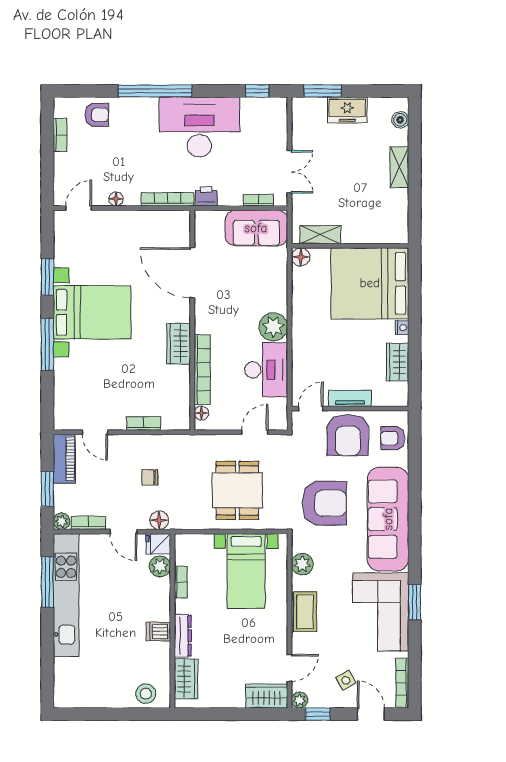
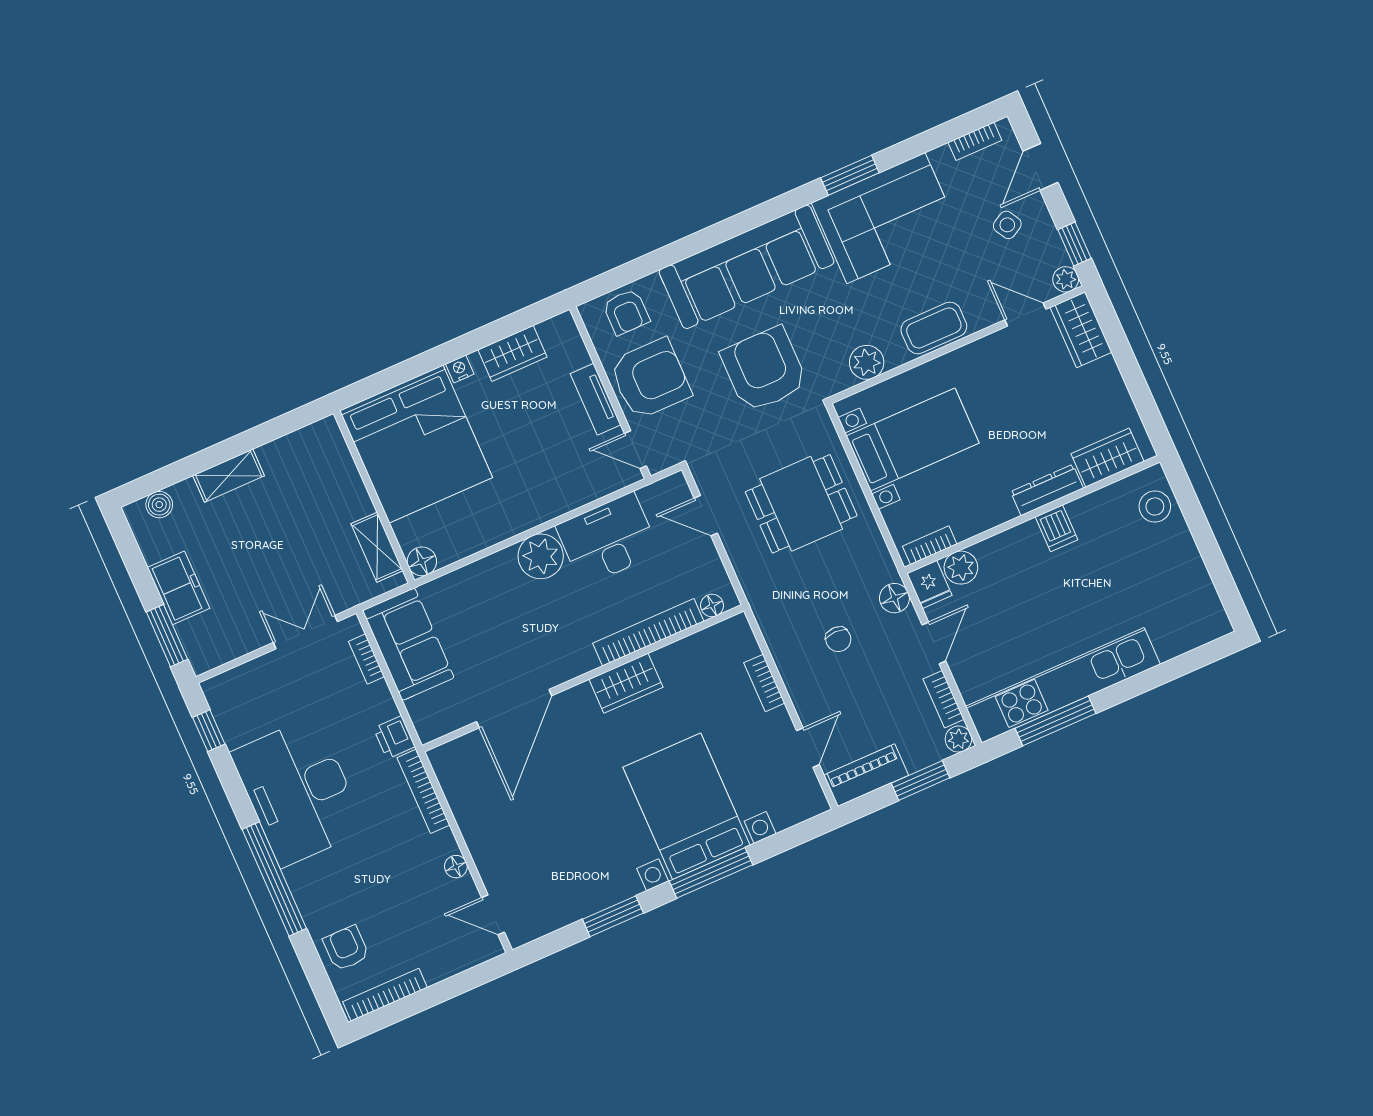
bookcase: (60, 135) -> (385, 995), width x1.56
bed with nightstands: (92, 312) -> (687, 806), moved
bookcase: (181, 582) -> (930, 545), moved
bookcase: (402, 683) -> (975, 141), width x0.64

